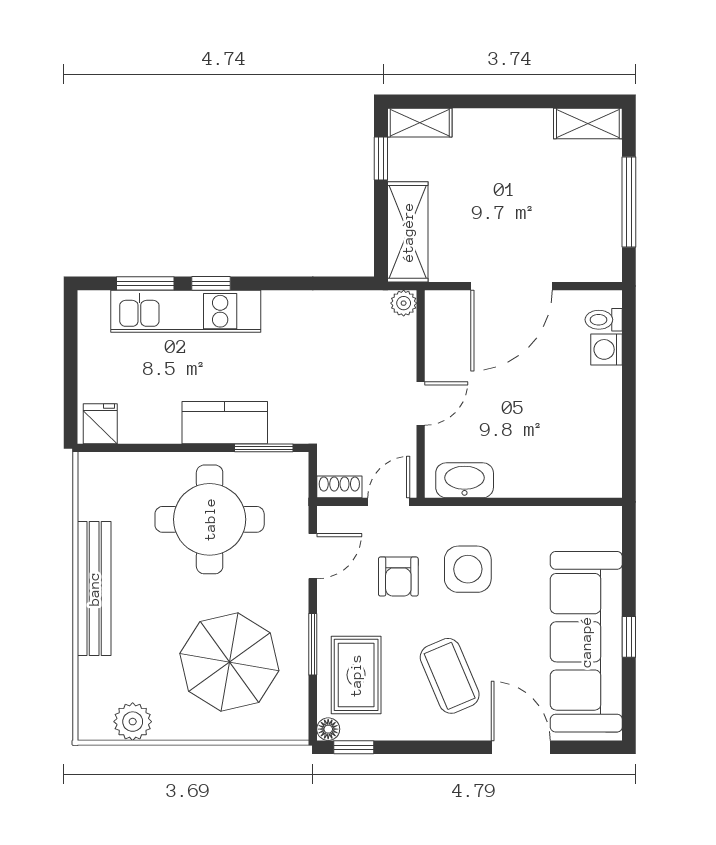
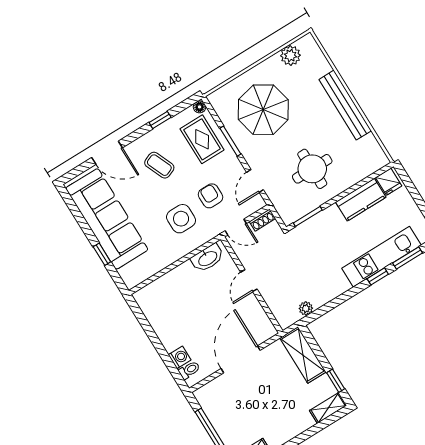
plant: (404, 303) -> (306, 308), moved
kitchen counter: (225, 423) -> (361, 200), moved
door: (389, 502) -> (236, 227), hinge flipped
round table: (210, 519) -> (312, 169), width x0.73, depth x0.73
window: (629, 637) -> (102, 254), moved
coffee table: (450, 676) -> (159, 165), width x0.73, depth x0.77
window: (354, 747) -> (160, 120), moved

